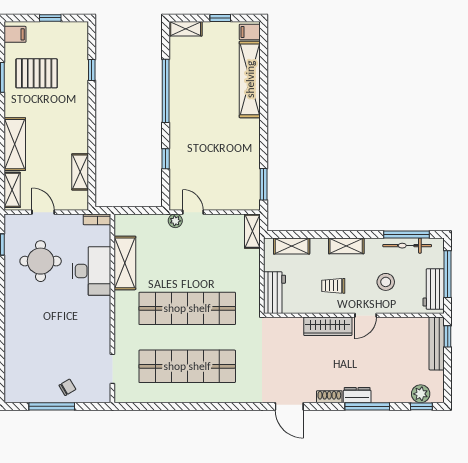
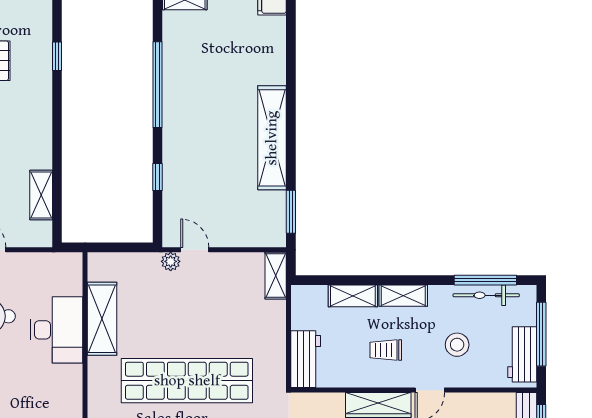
shelving: (250, 79) -> (272, 138), moved
bookcase: (97, 219) -> (64, 259), removed
shelving: (292, 246) -> (353, 296), moved

